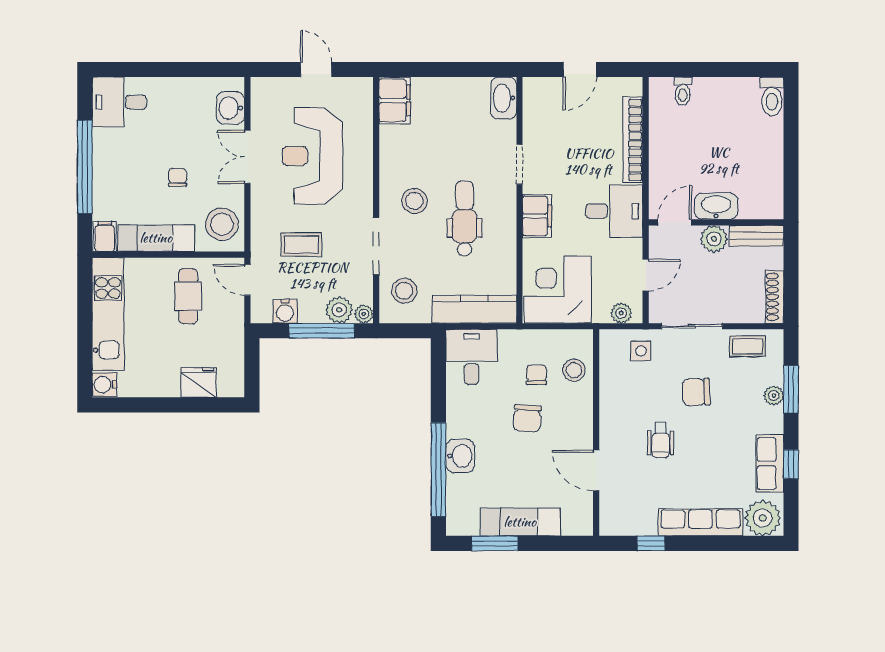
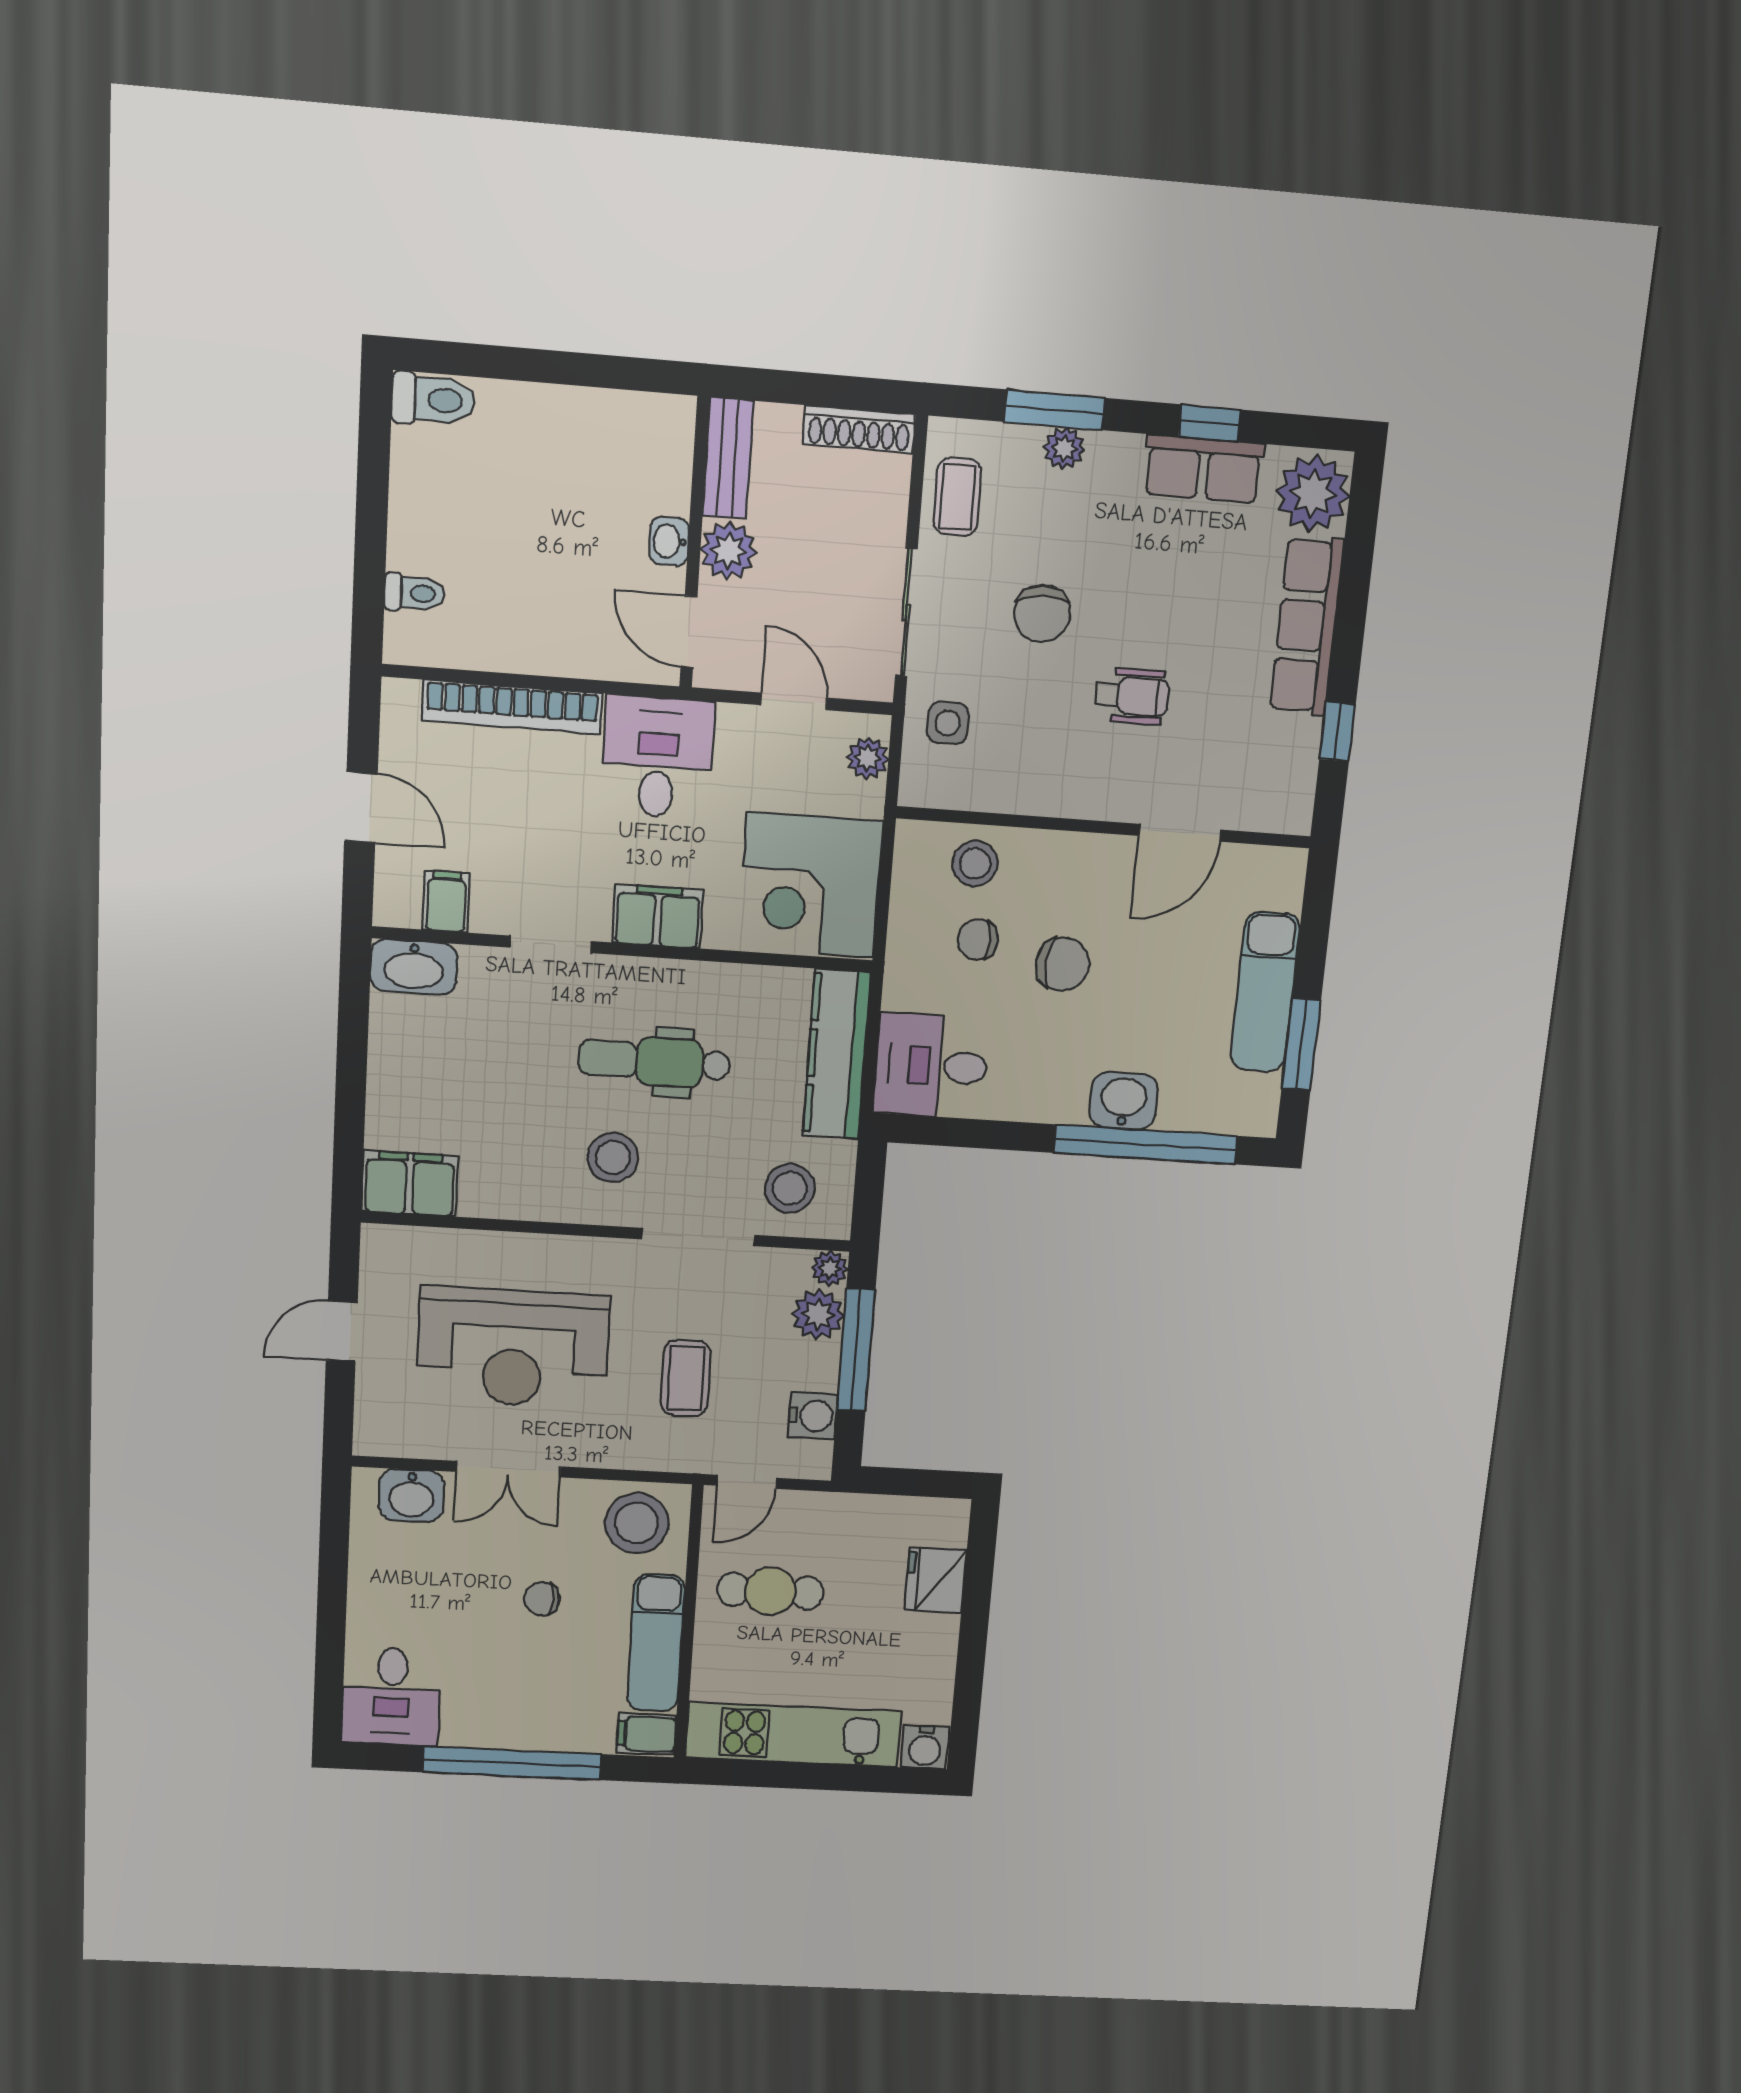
filing cabinet: (537, 112) -> (446, 901), added
washbasin: (716, 206) -> (669, 541), width x0.52, depth x0.69

